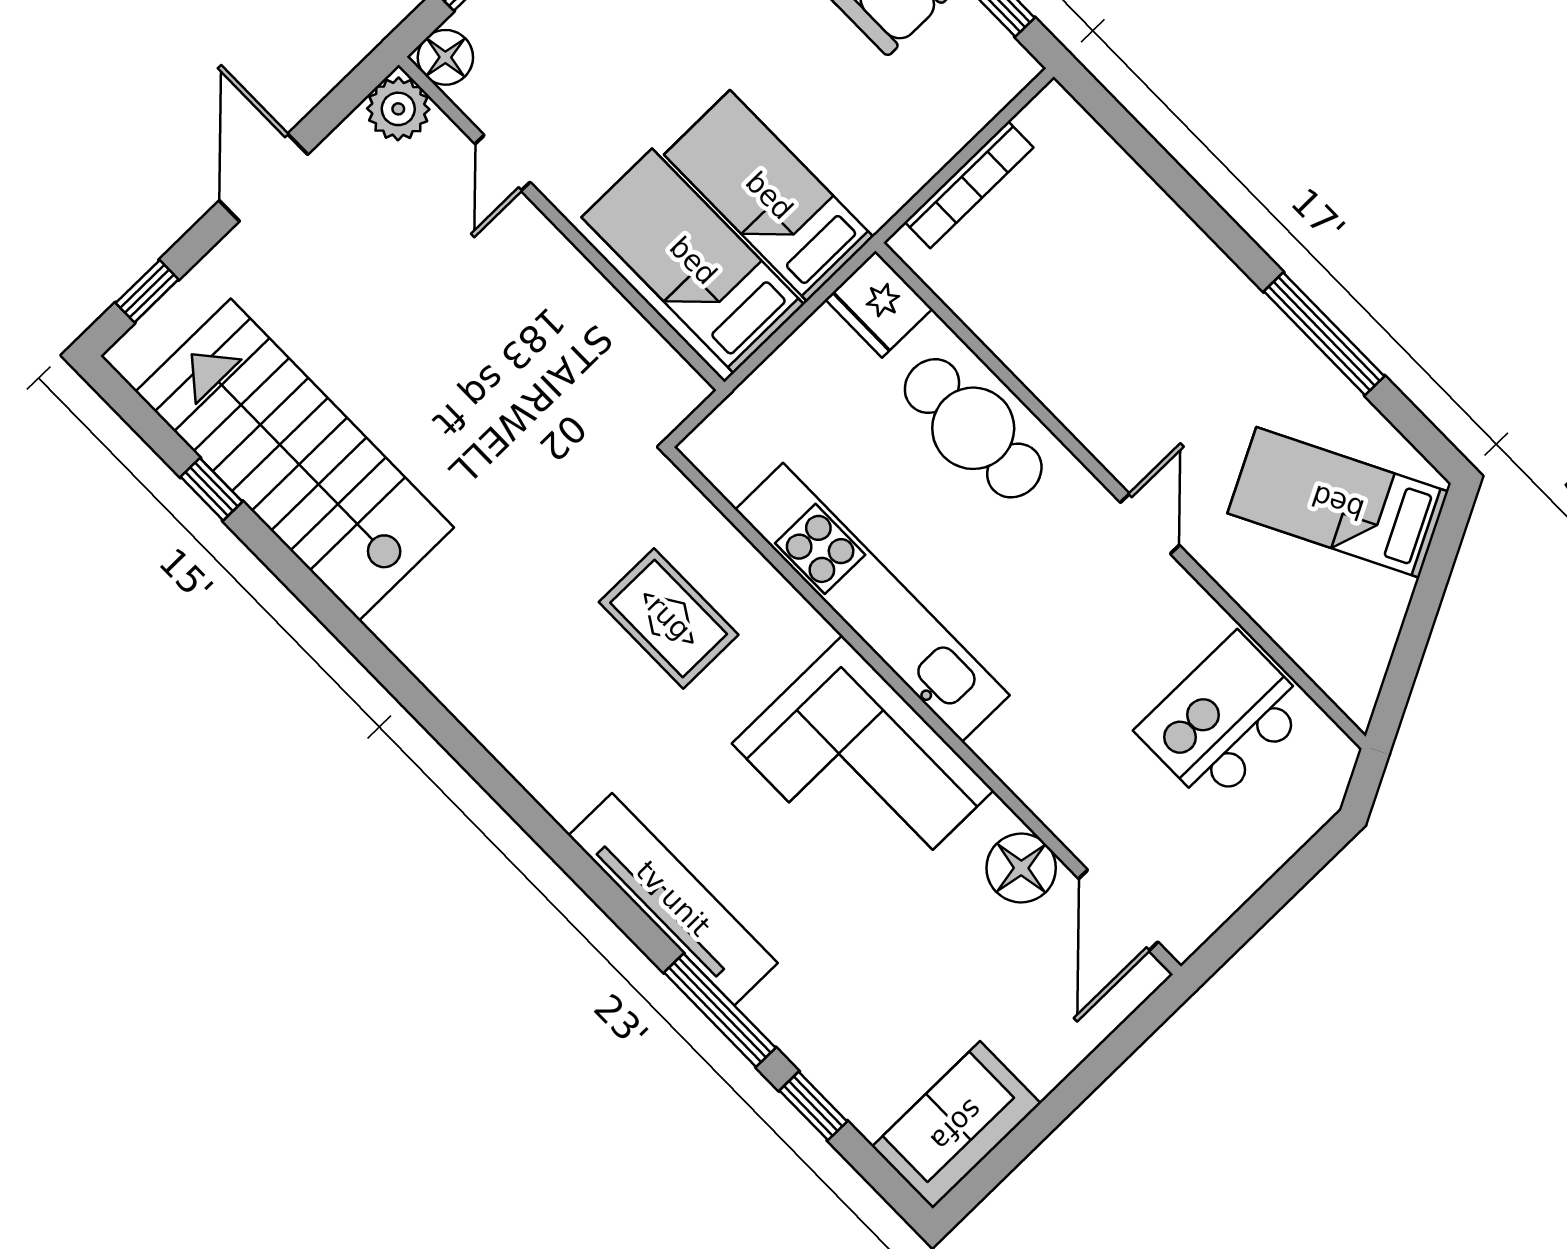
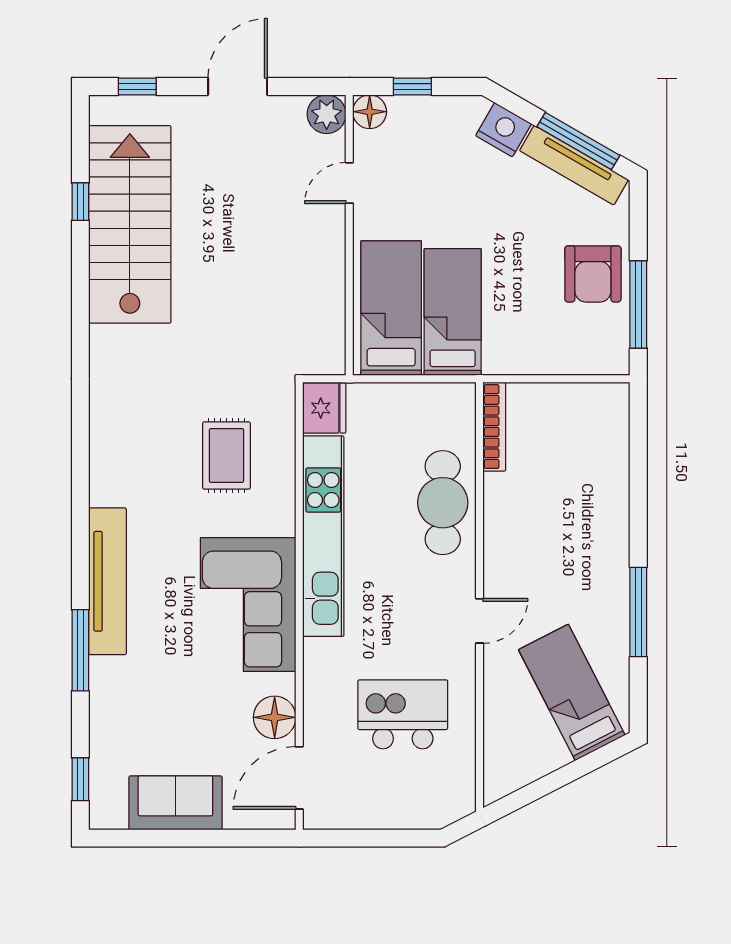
bookcase: (969, 185) -> (494, 427), moved, turned -90
fridge: (879, 304) -> (324, 408), moved, turned 180
kitchen island: (1224, 719) -> (403, 714), moved
window: (813, 1106) -> (80, 779), moved
sofa: (956, 1125) -> (175, 803), moved

